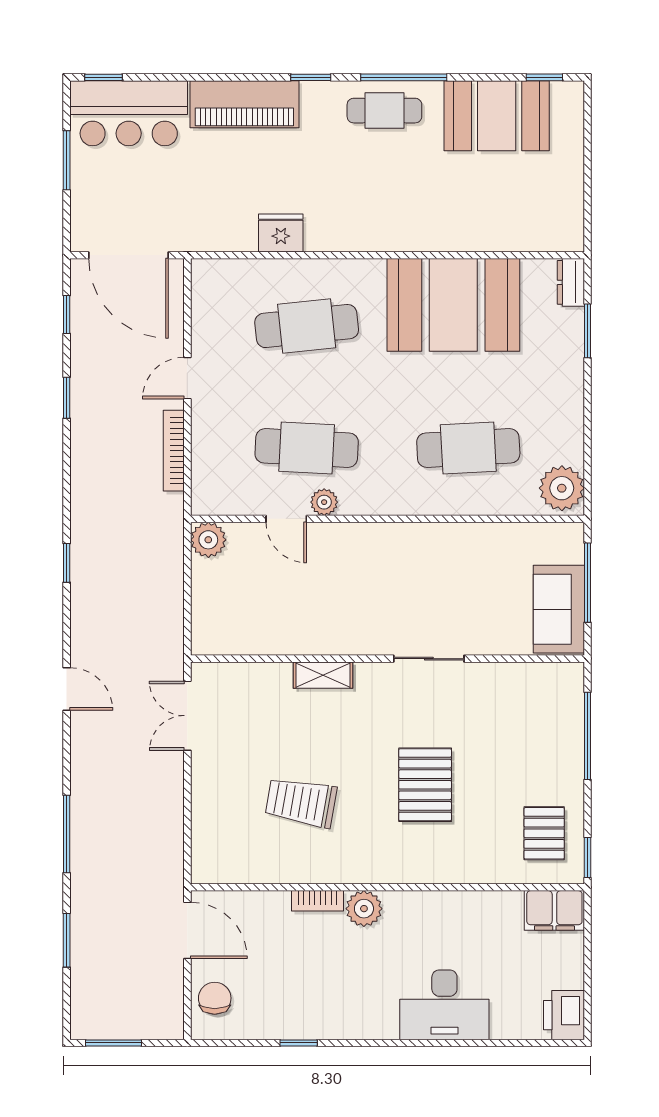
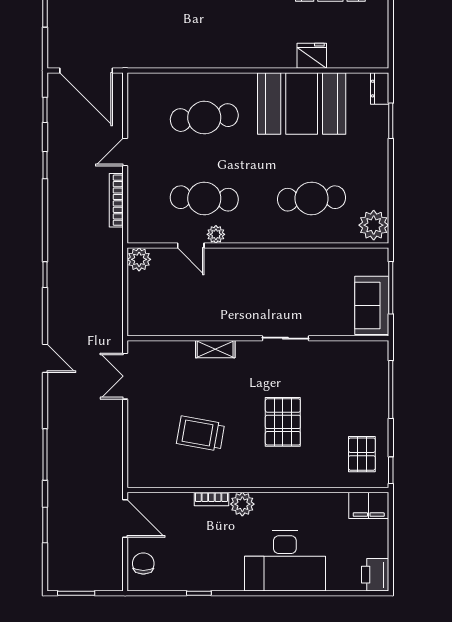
fridge: (281, 233) -> (312, 56), moved
desk: (444, 1005) -> (285, 561), width x1.36, depth x1.30

